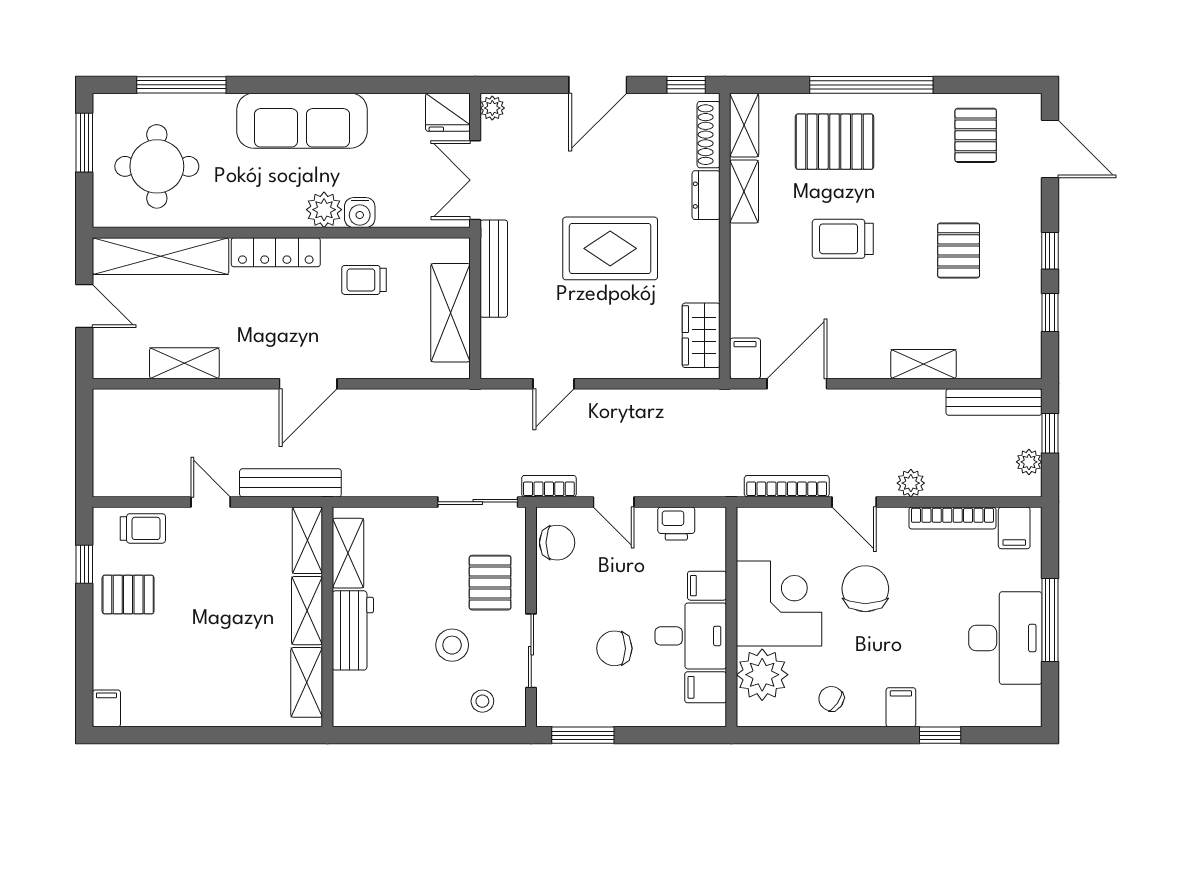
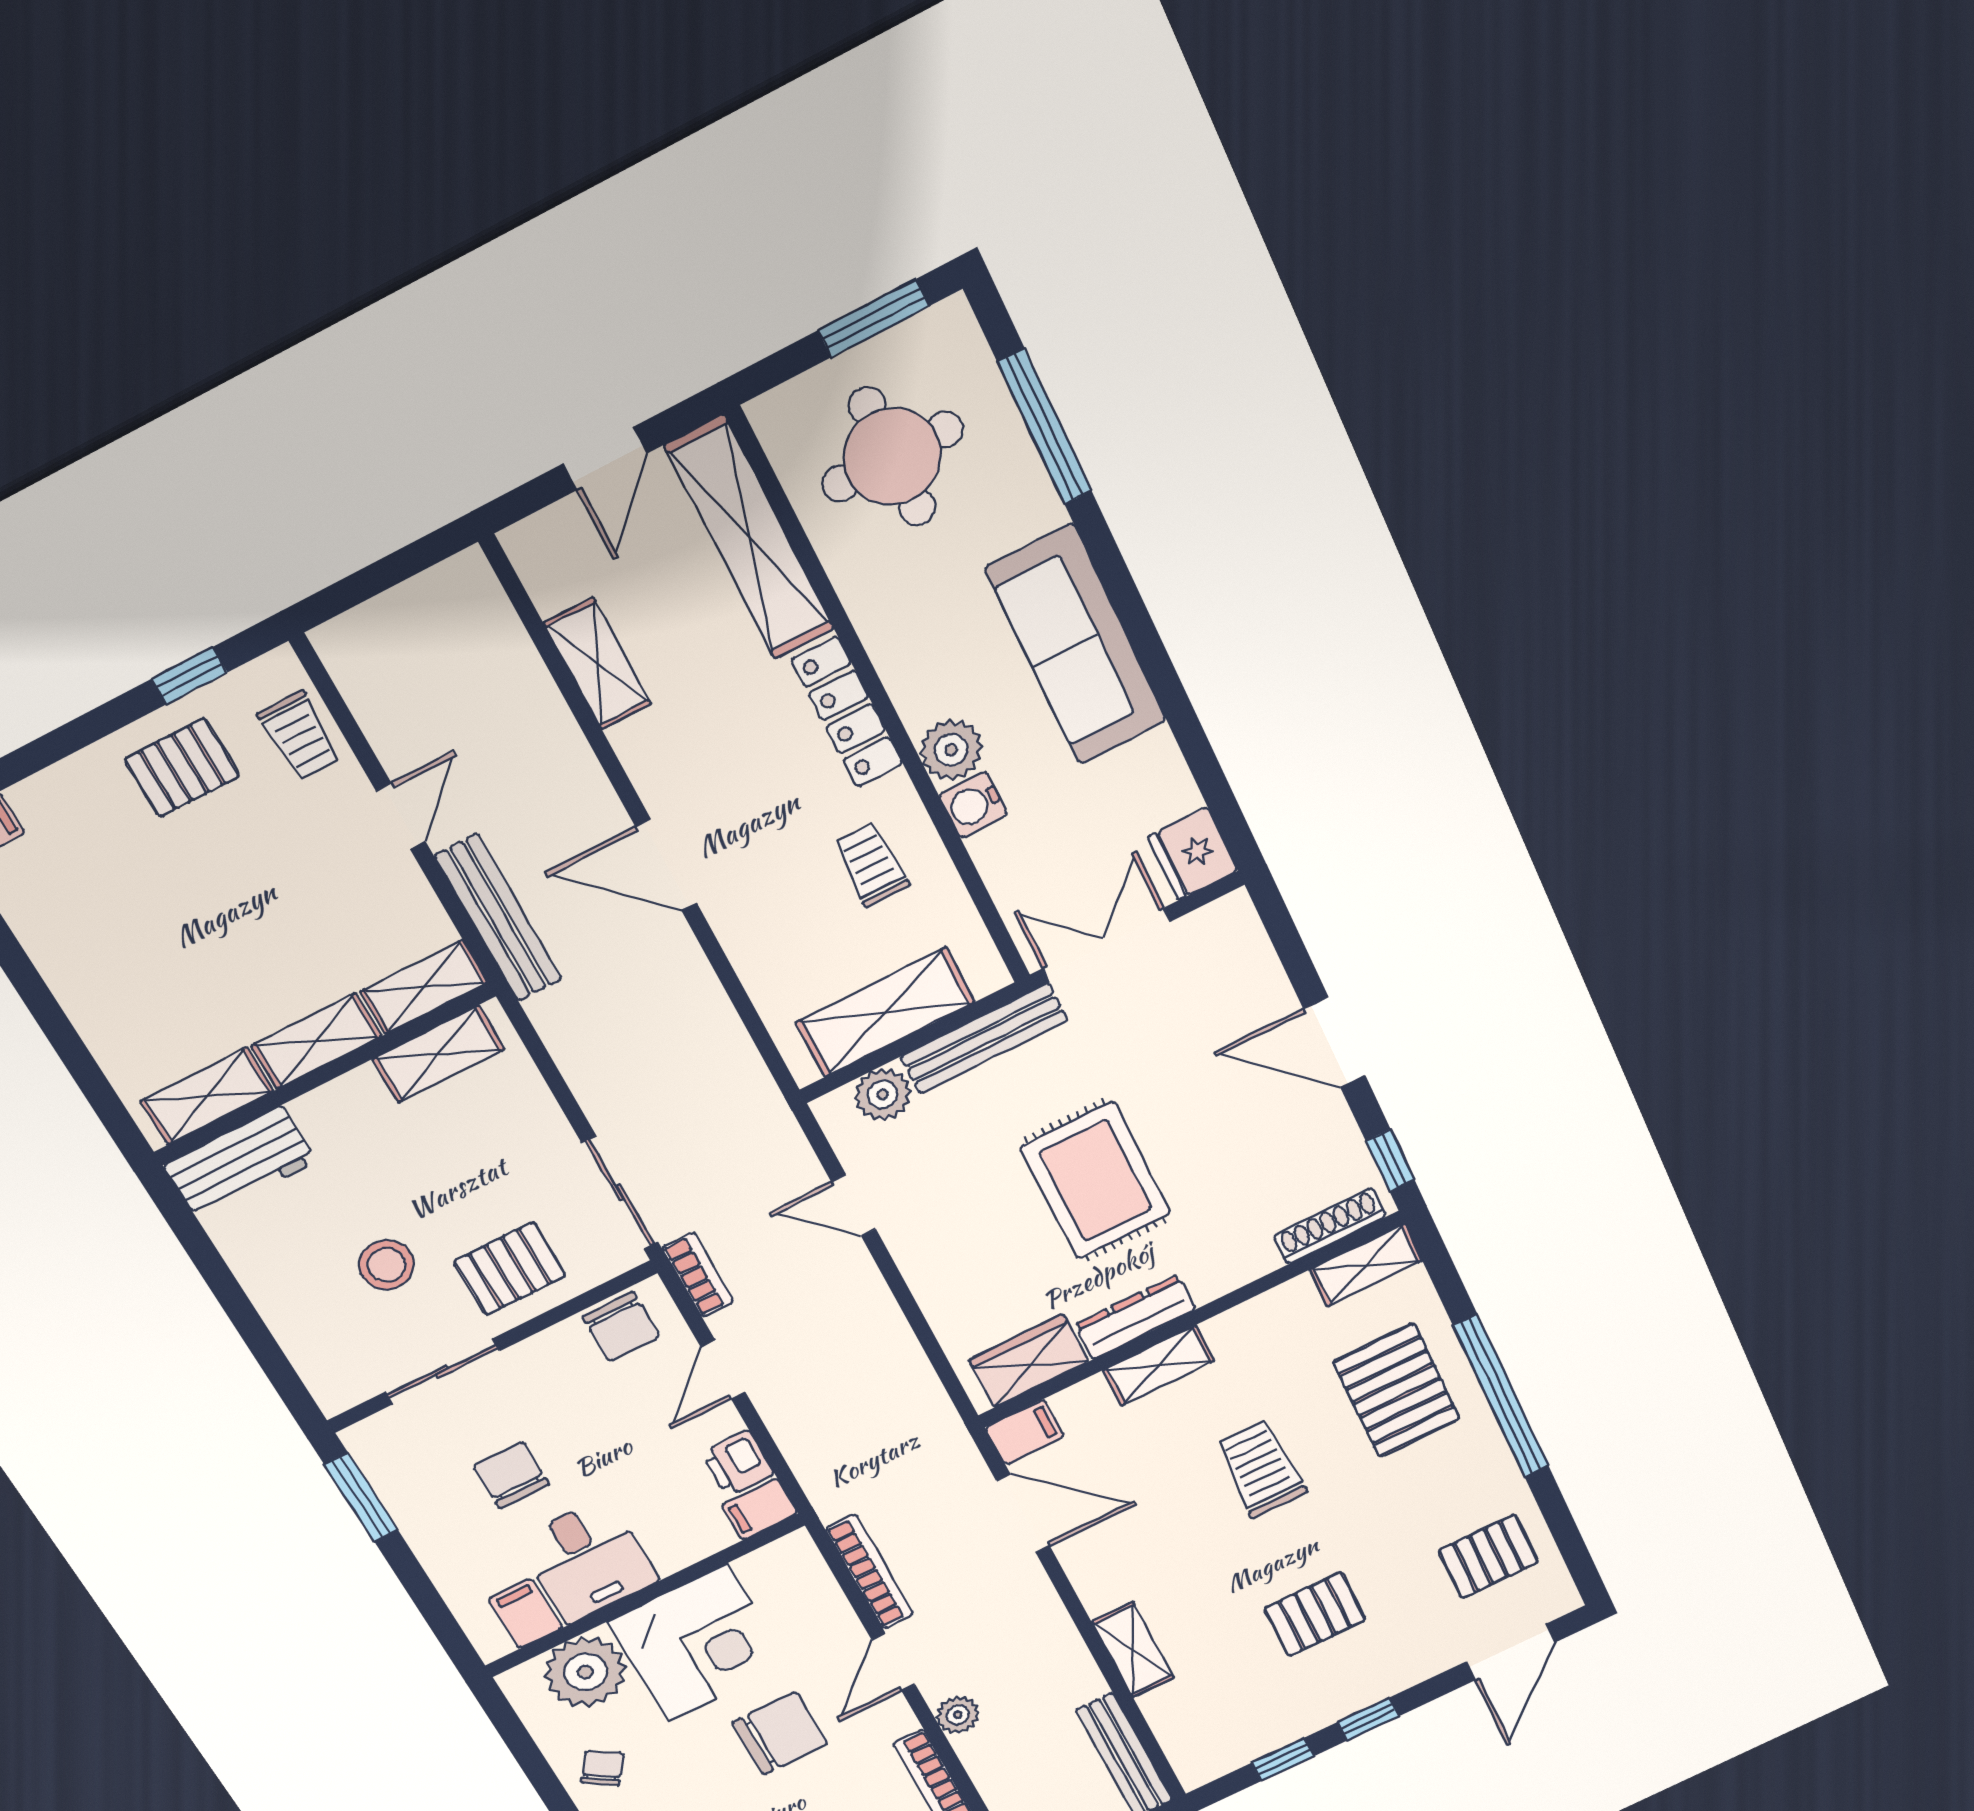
plant: (492, 108) -> (883, 1094), moved, width x1.38, depth x1.38
shelving: (744, 191) -> (1159, 1366), moved
dresser: (706, 195) -> (1135, 1317), moved, width x1.44
filing cabinet: (707, 586) -> (759, 1509), moved, turned -90
pallet: (128, 595) -> (182, 768), turned 90
workbench: (353, 630) -> (240, 1163), moved
stool: (482, 701) -> (329, 1346), removed

